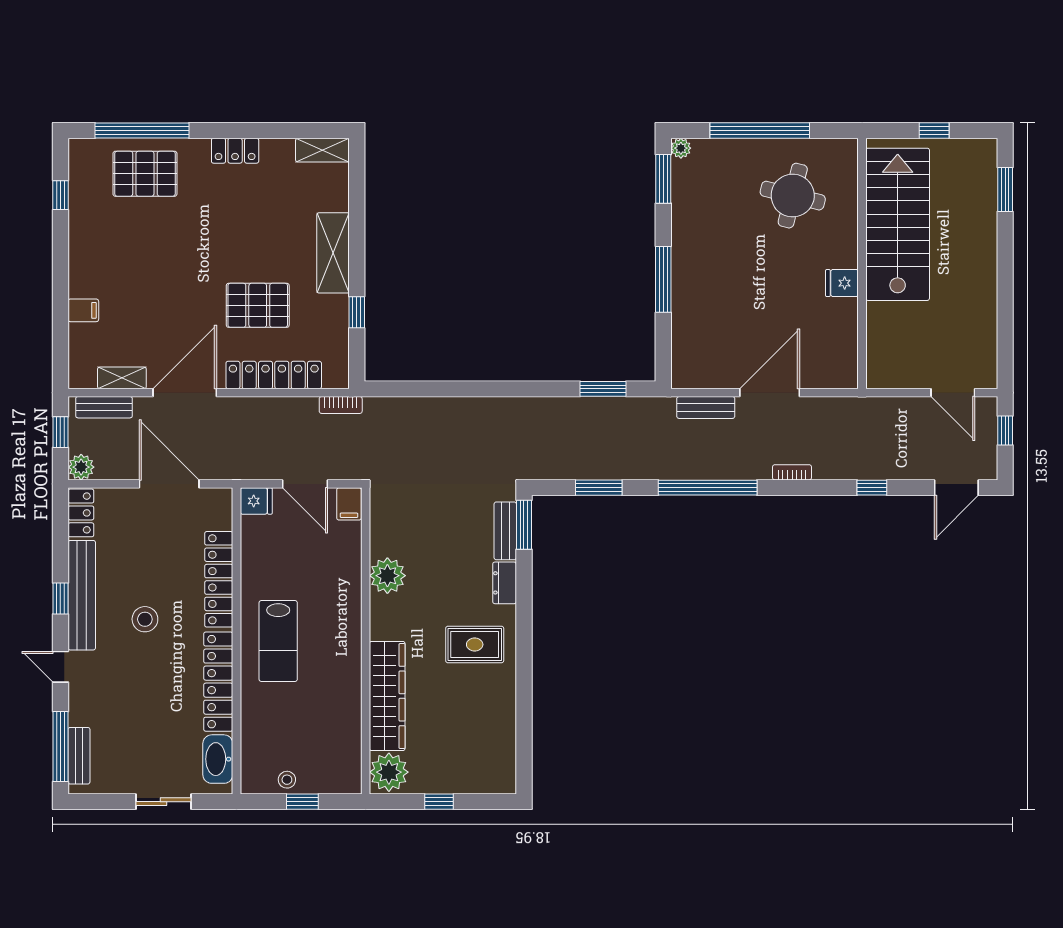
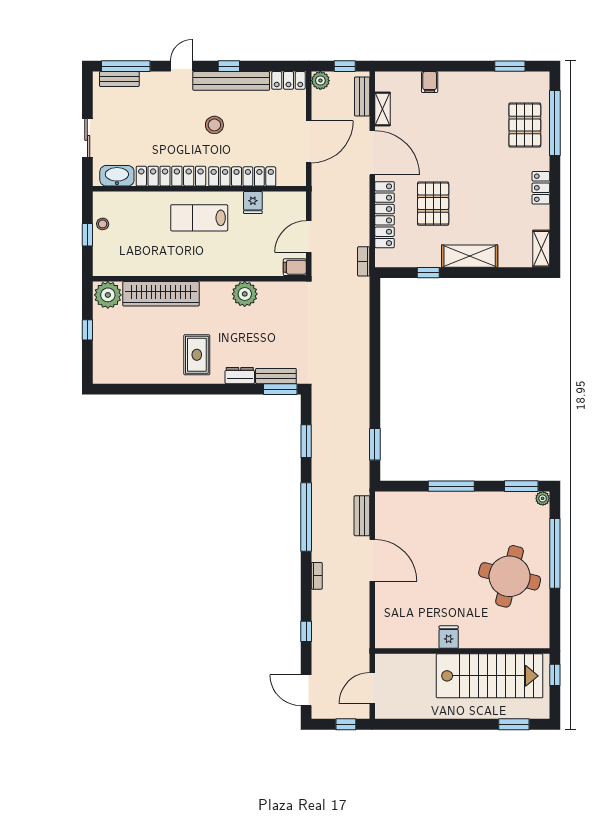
window: (60, 195) -> (510, 66), width x1.50
round table: (793, 196) -> (510, 576), width x1.36, depth x1.36
stairs: (898, 224) -> (490, 676), moved
wall: (862, 263) -> (462, 651), moved
fridge: (842, 283) -> (449, 637), moved
fridge: (256, 501) -> (253, 203), moved

